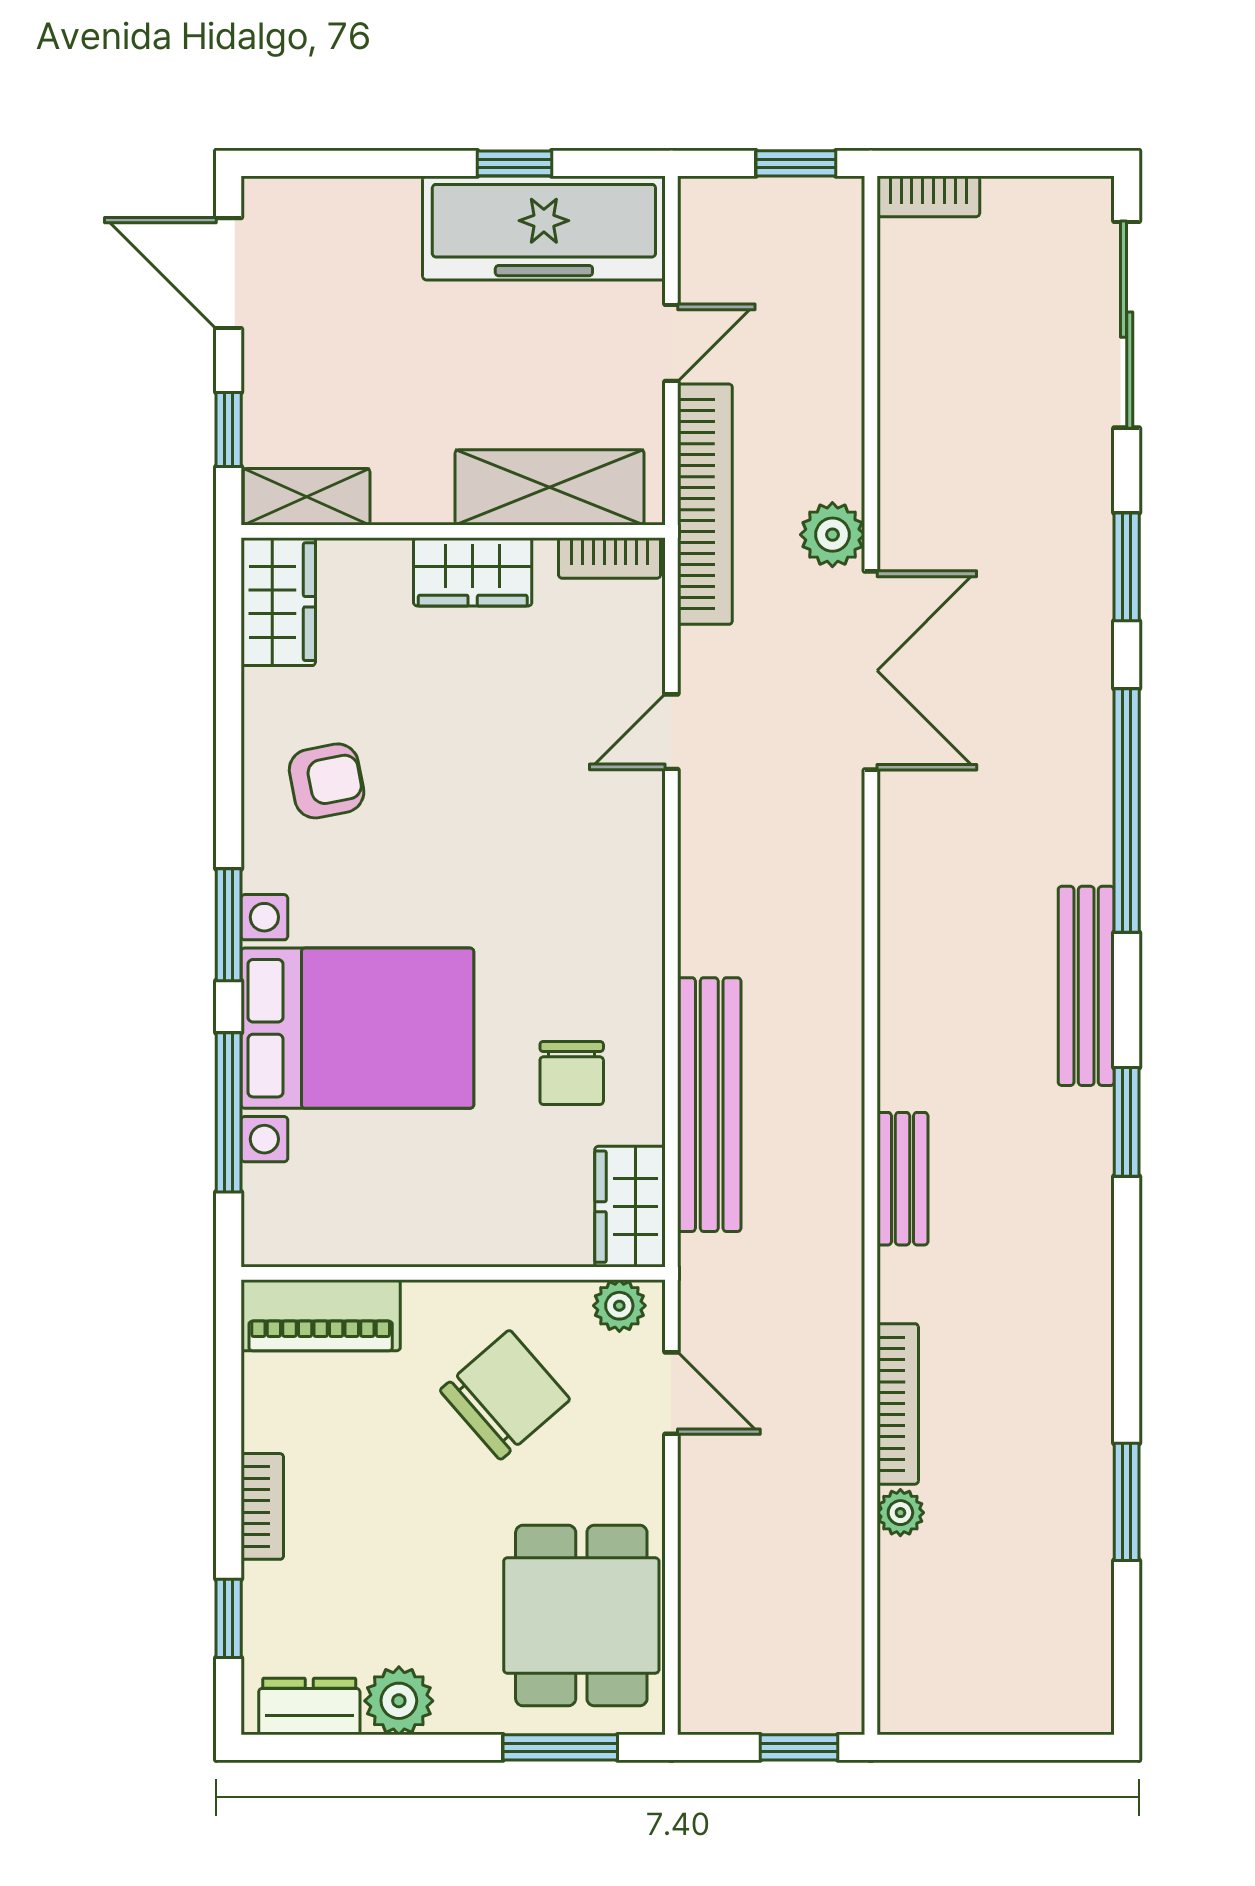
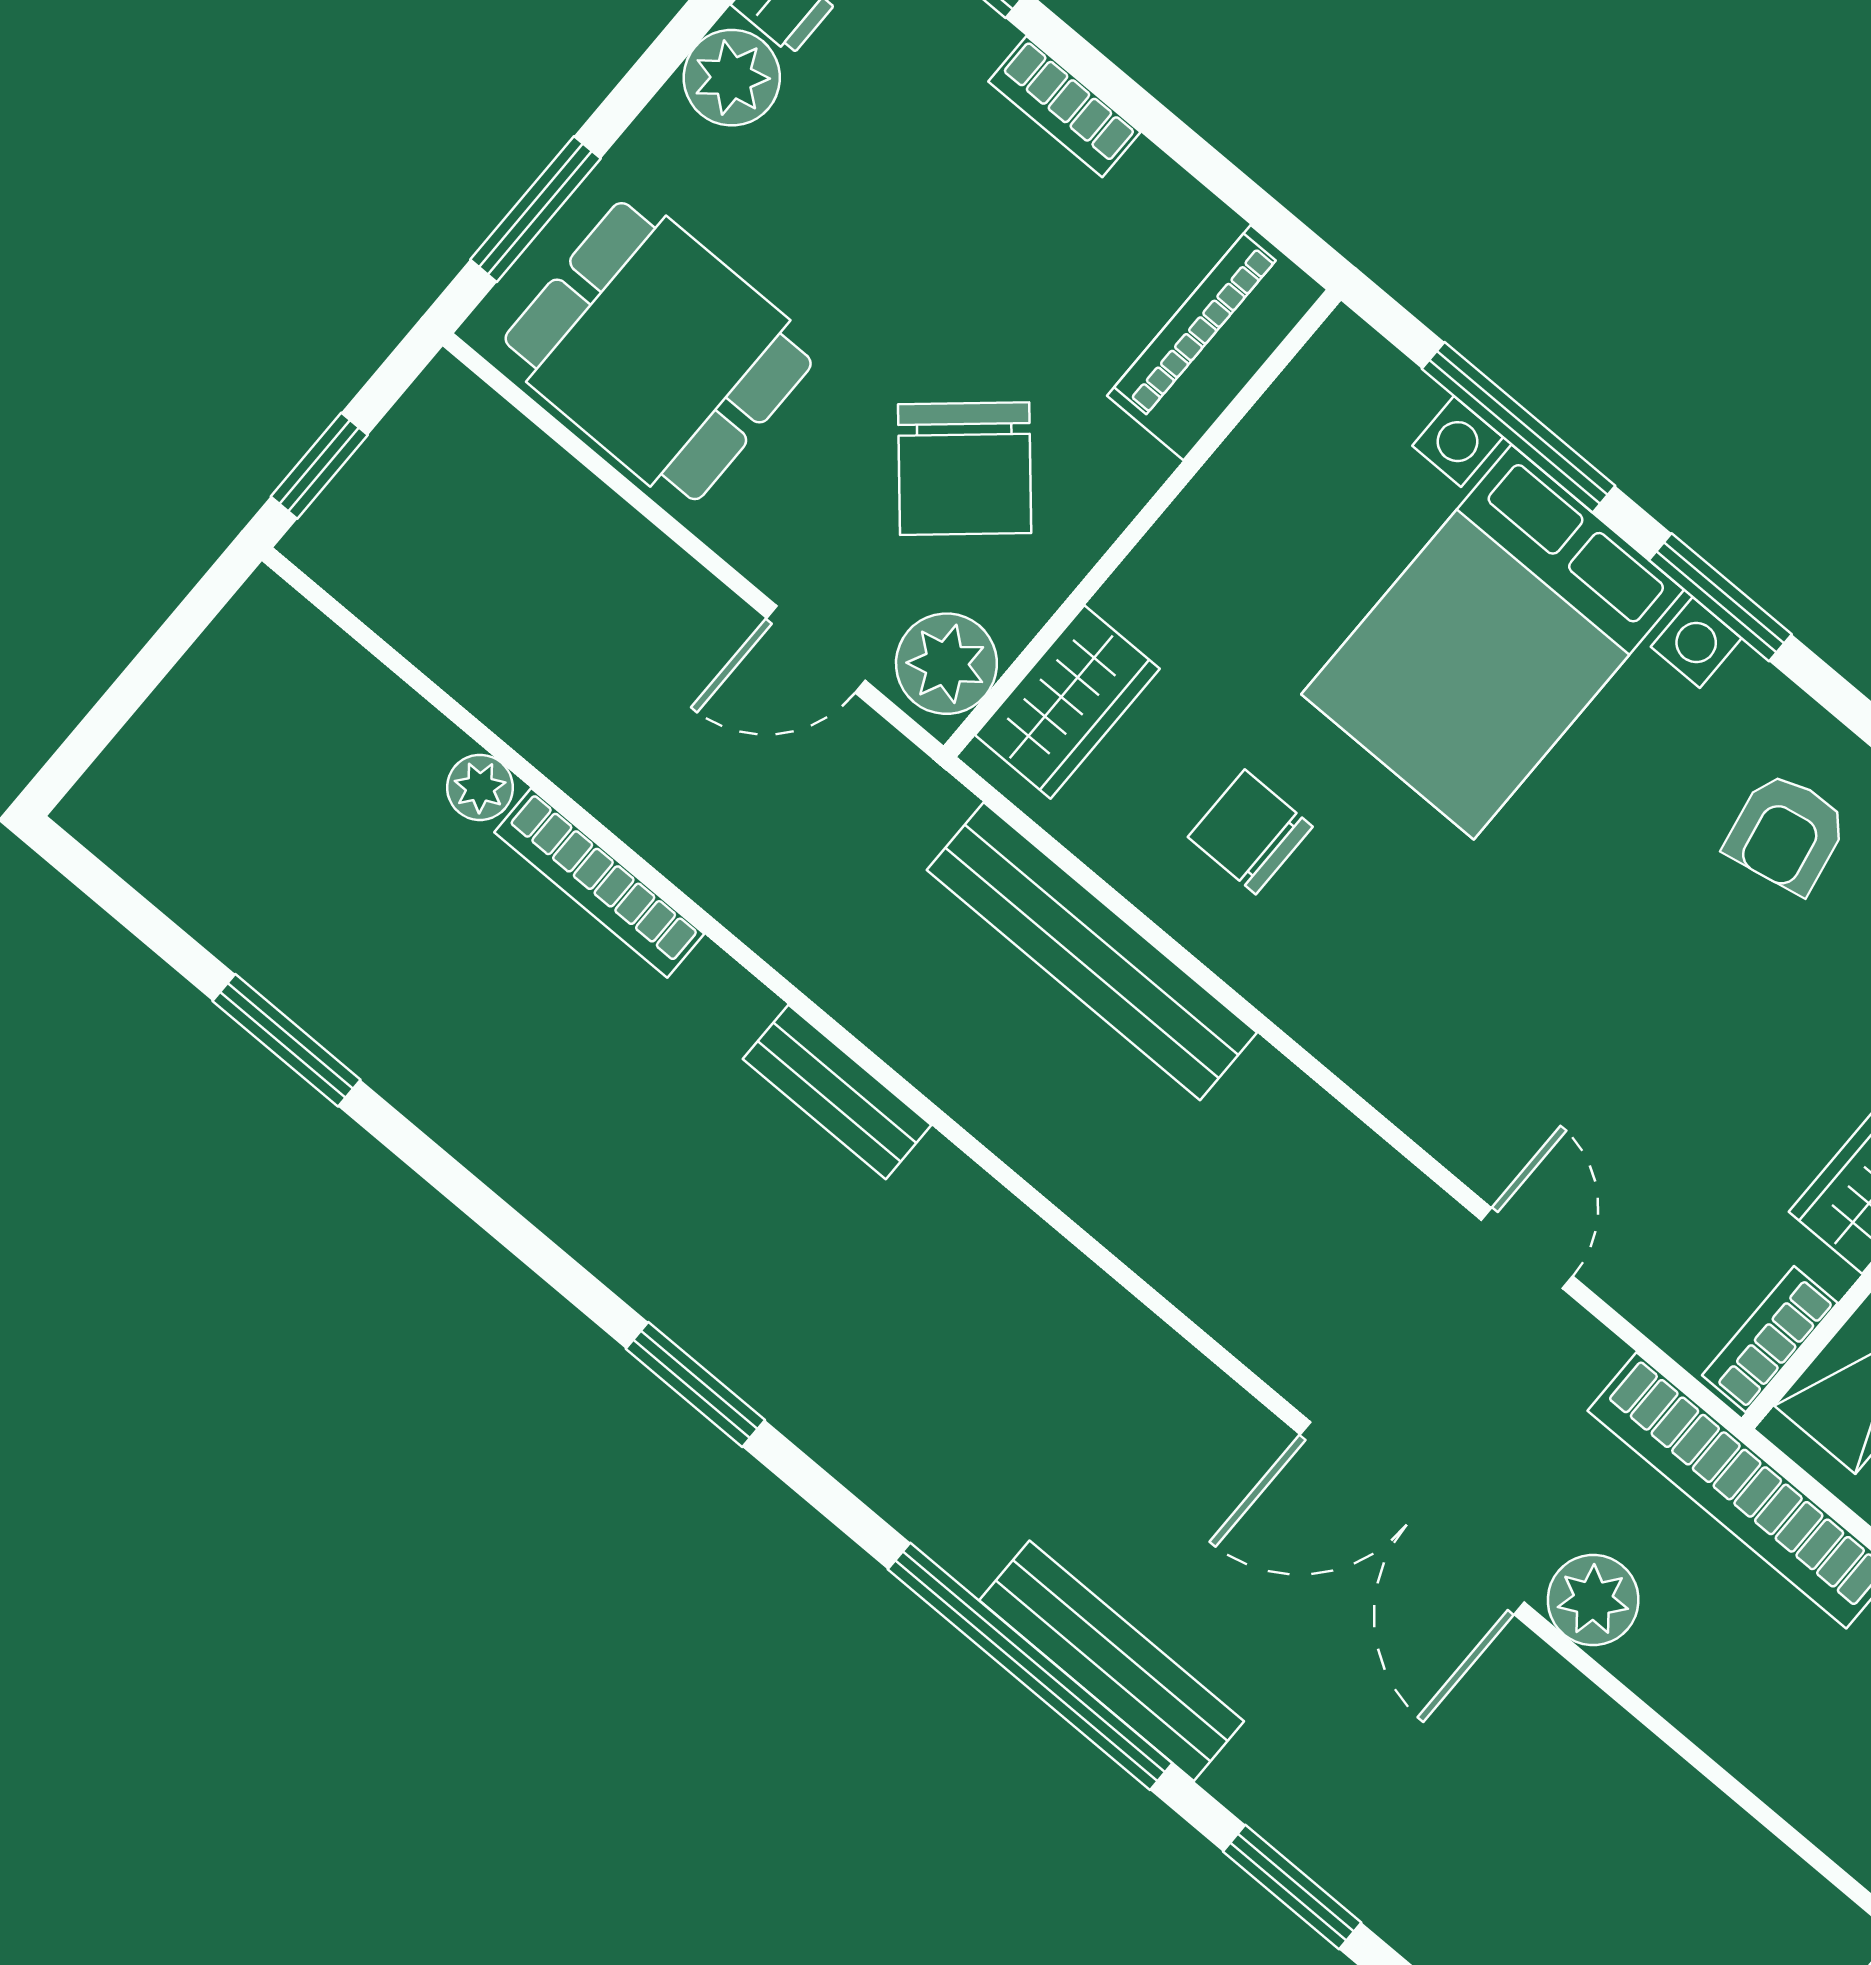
bench: (1086, 986) -> (1112, 1661), moved
wardrobe: (630, 1207) -> (1067, 702), moved, turned 90
plant: (619, 1306) -> (946, 664), width x1.38, depth x1.38

